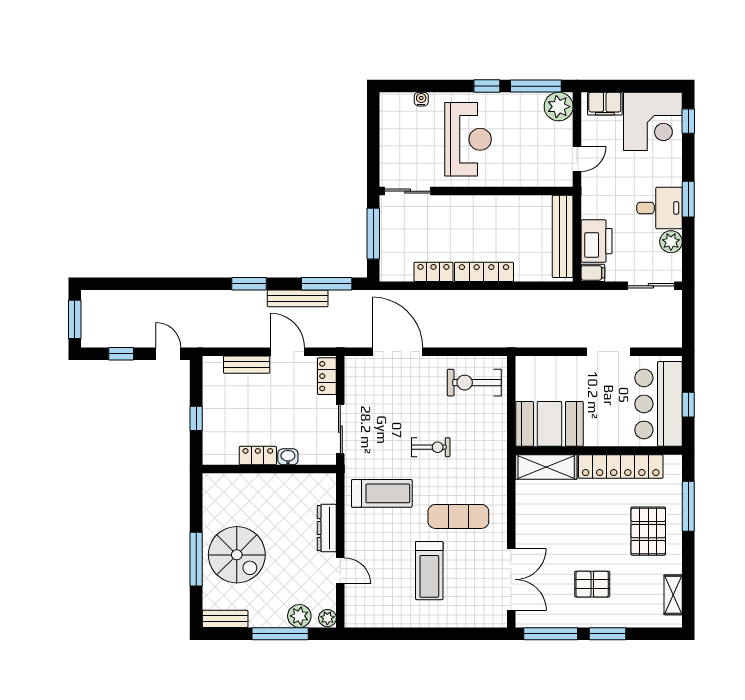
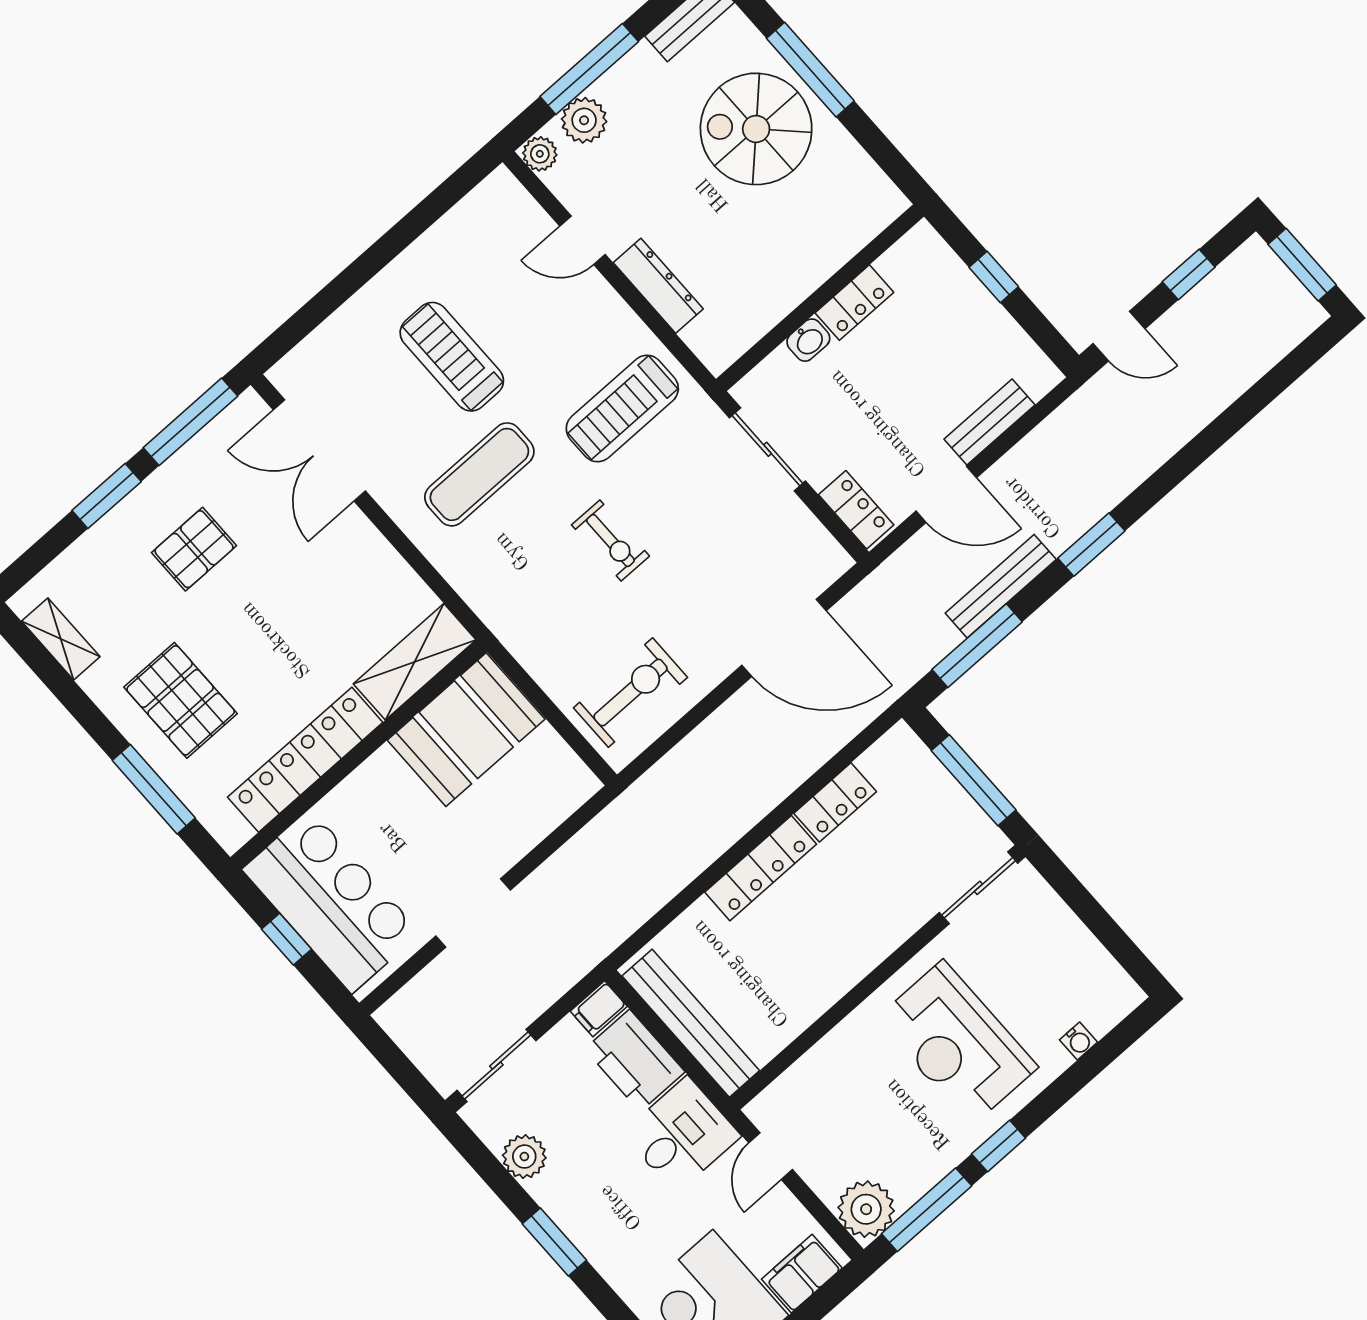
desk: (660, 208) -> (681, 1135), moved, turned 180
exercise bike: (431, 447) -> (610, 540), turned -90

